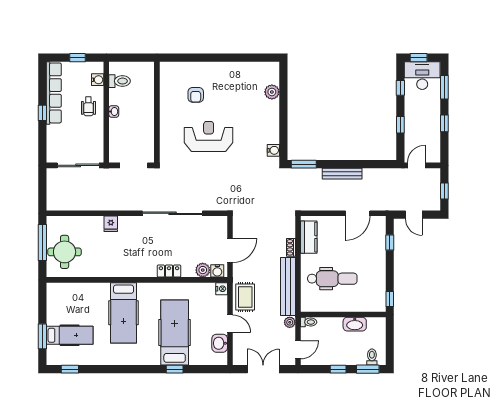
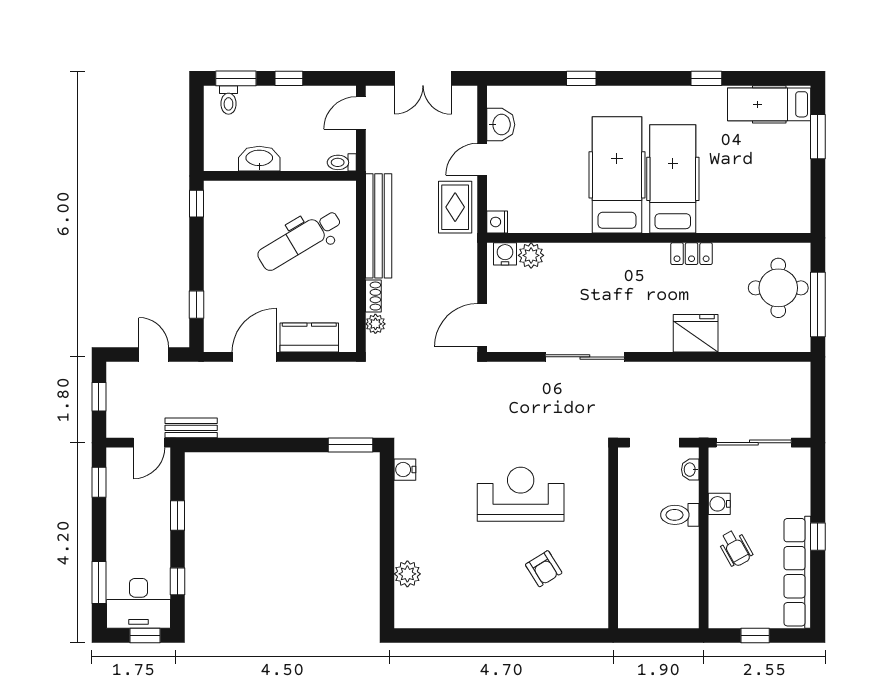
water cooler: (98, 80) -> (719, 504), moved
toilet: (120, 81) -> (680, 515), moved
armchair: (196, 95) -> (544, 569), turned 148
wheelchair: (88, 106) -> (735, 548), turned 151
washbasin: (114, 111) -> (690, 470), moved
window: (444, 123) -> (99, 482), moved
reception desk: (209, 137) -> (521, 494), turned 180
bench: (342, 174) -> (191, 428), moved, width x0.73
sliding door: (173, 213) -> (585, 357), width x0.73
fridge: (111, 224) -> (696, 333), width x1.88, depth x1.34
kitchen counter: (309, 237) -> (309, 338), moved, turned 90
door: (230, 250) -> (482, 325), moved
locker: (169, 271) -> (692, 254), moved
dental chair: (332, 279) -> (299, 240), turned -31
plant: (290, 322) -> (375, 324), moved
door: (230, 324) -> (482, 159), hinge flipped
hospital bed: (175, 332) -> (617, 175), moved, turned 180
hospital bed: (70, 335) -> (769, 104), moved
window: (70, 369) -> (706, 78), moved

